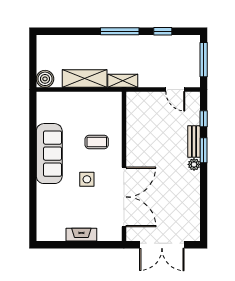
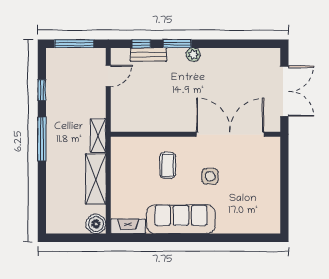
bench: (194, 141) -> (149, 55), moved
fireplace: (81, 235) -> (128, 226), moved, turned 90

